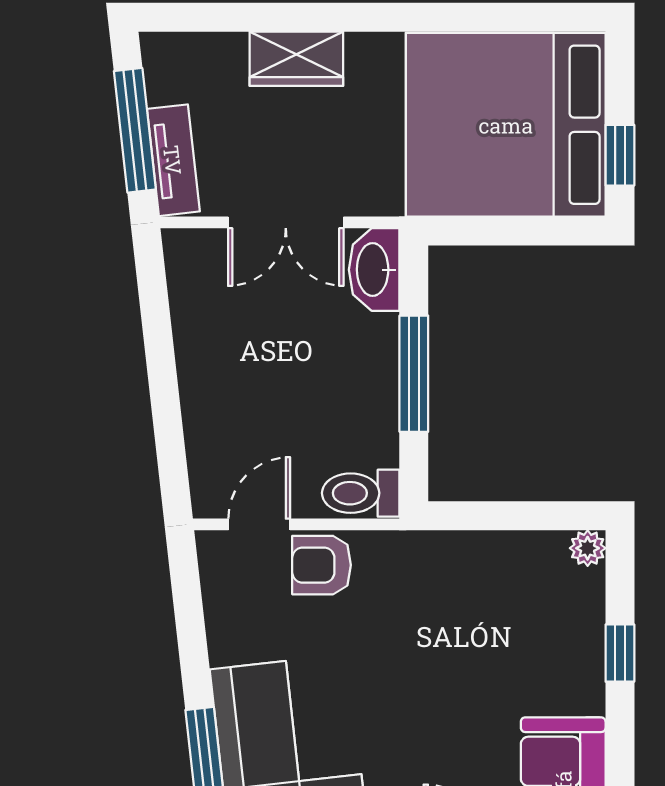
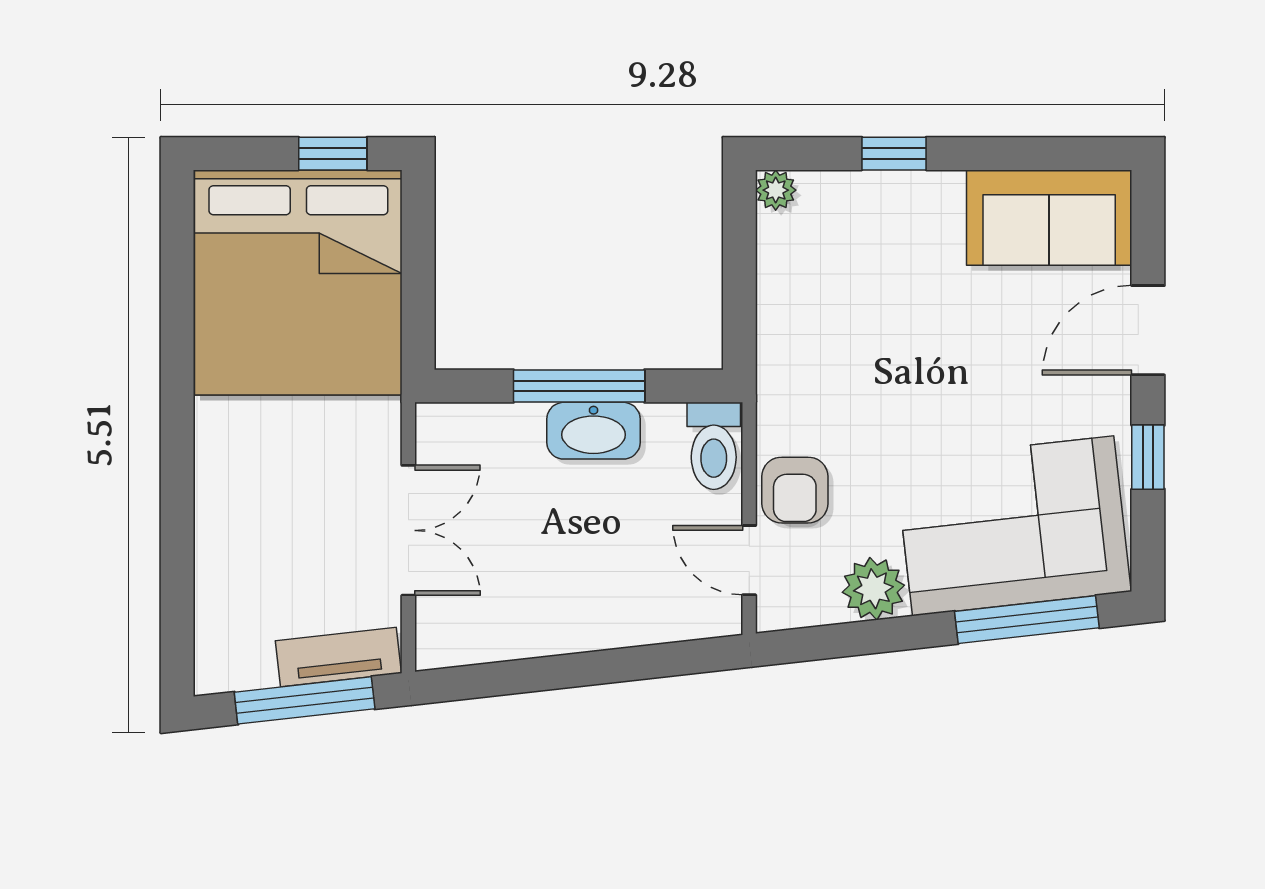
wardrobe: (296, 59) -> (224, 518), removed
washbasin: (374, 270) -> (594, 431), moved
plant: (234, 635) -> (873, 589), added

